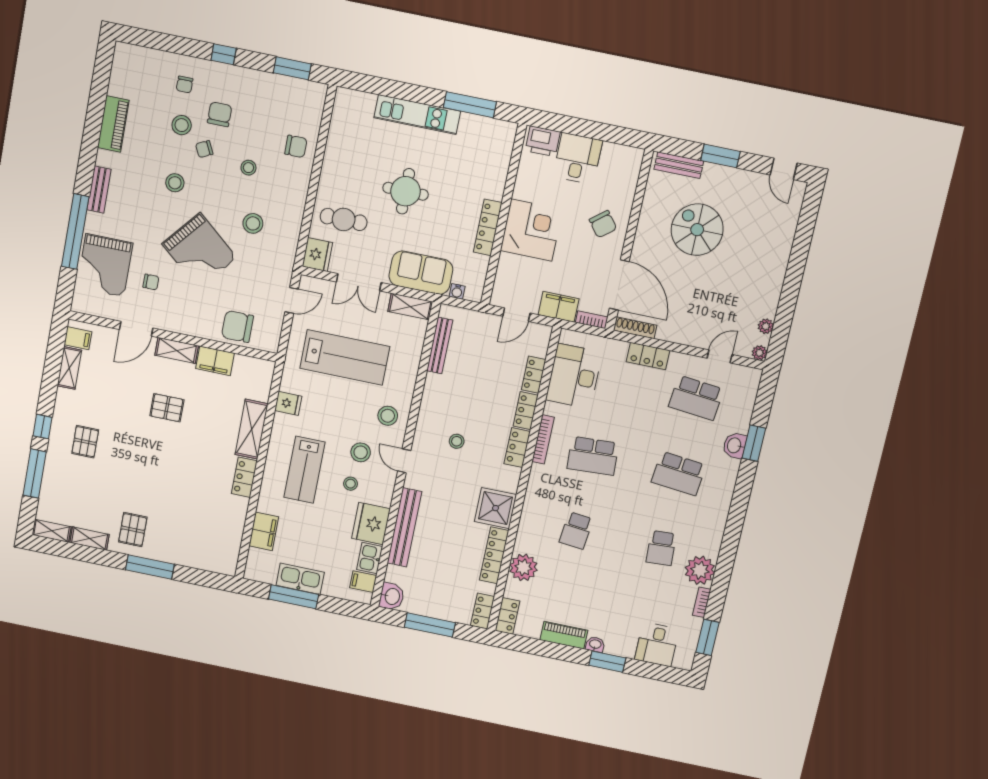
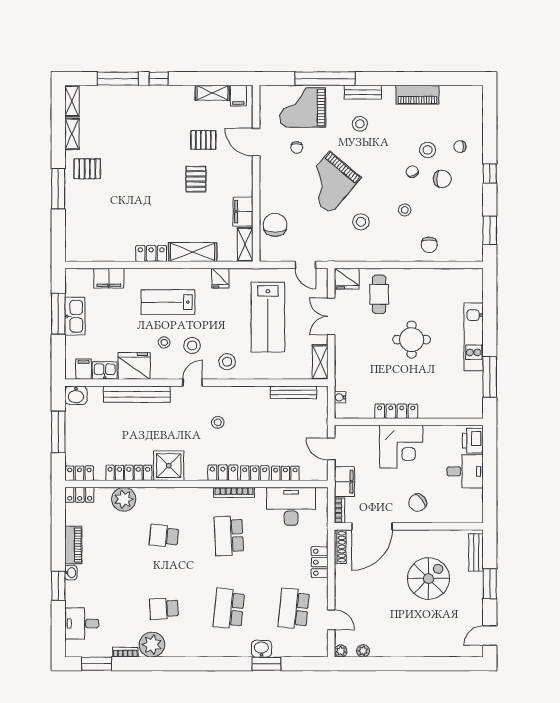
stool: (175, 183) -> (360, 124), moved
sofa: (421, 273) -> (349, 365), removed
shelving: (177, 350) -> (245, 245), moved
pallet: (85, 442) -> (203, 140), moved

